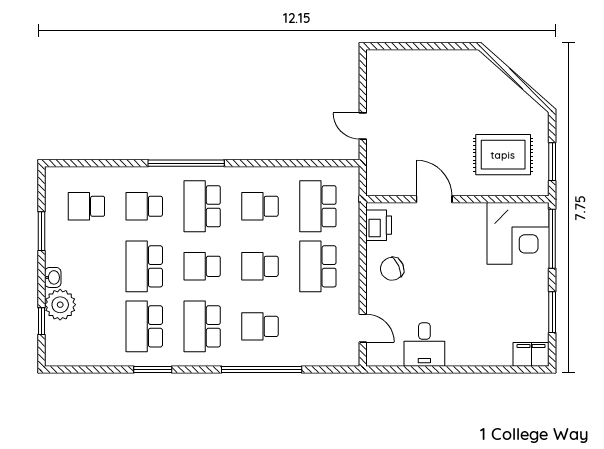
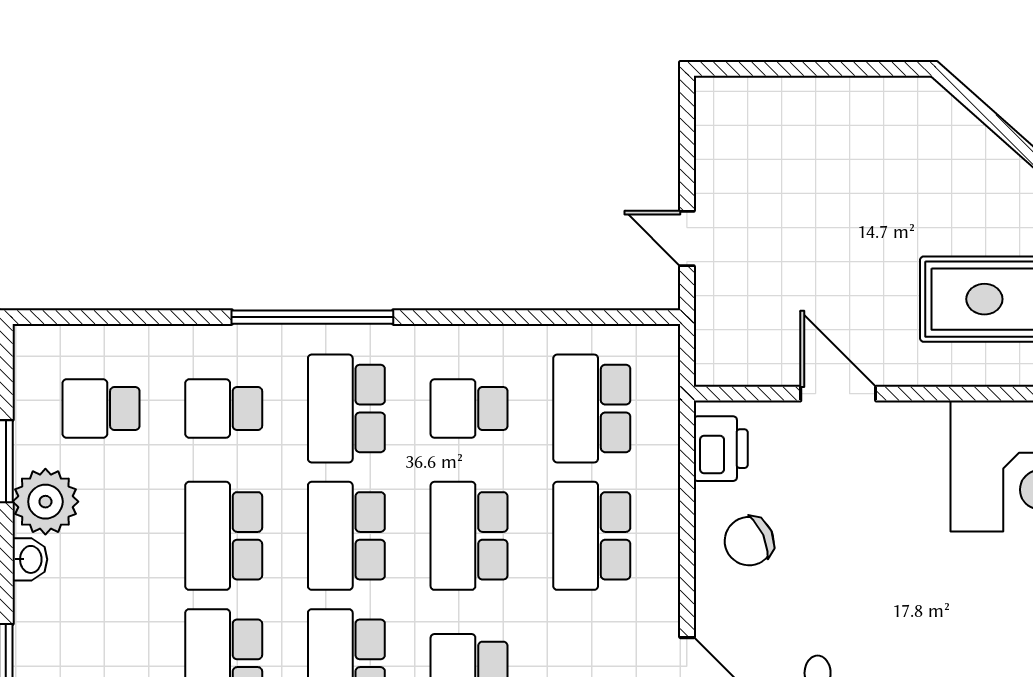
school desk: (202, 266) -> (346, 536), width x1.85
school desk: (260, 266) -> (469, 536), width x1.85
plant: (60, 305) -> (45, 502), moved

